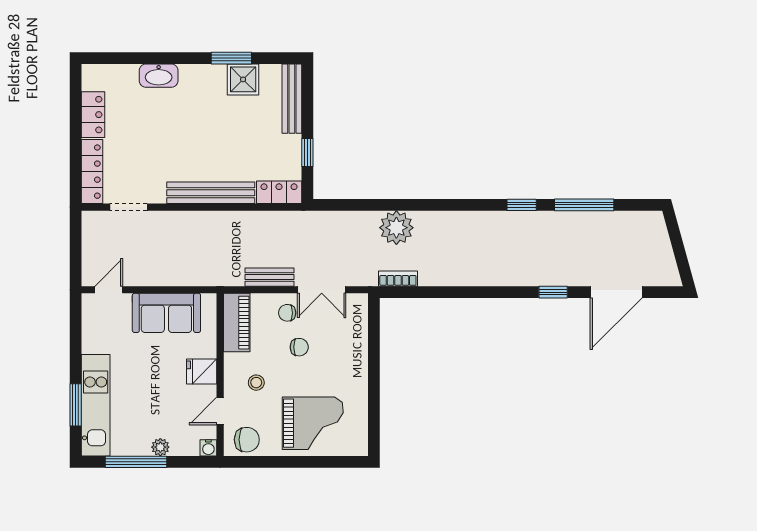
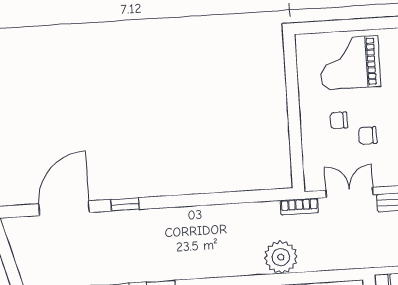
bookcase: (398, 279) -> (299, 207), moved
chair: (287, 313) -> (339, 120), moved, turned 180

